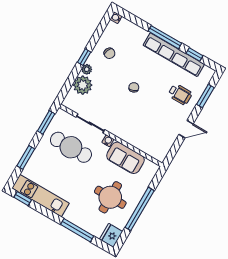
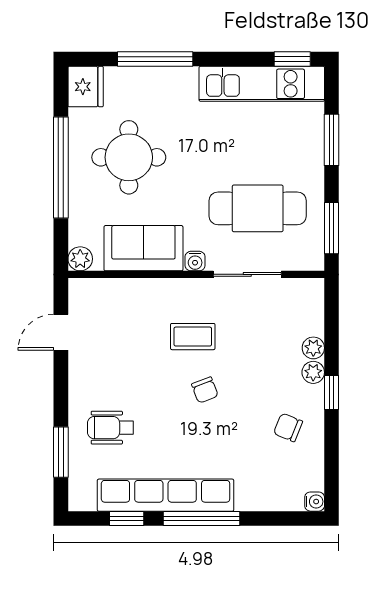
plant: (83, 85) -> (313, 348), width x0.53, depth x0.53
coffee table: (126, 111) -> (193, 337), added
door: (186, 129) -> (61, 332), moved
plant: (153, 168) -> (80, 259), added

